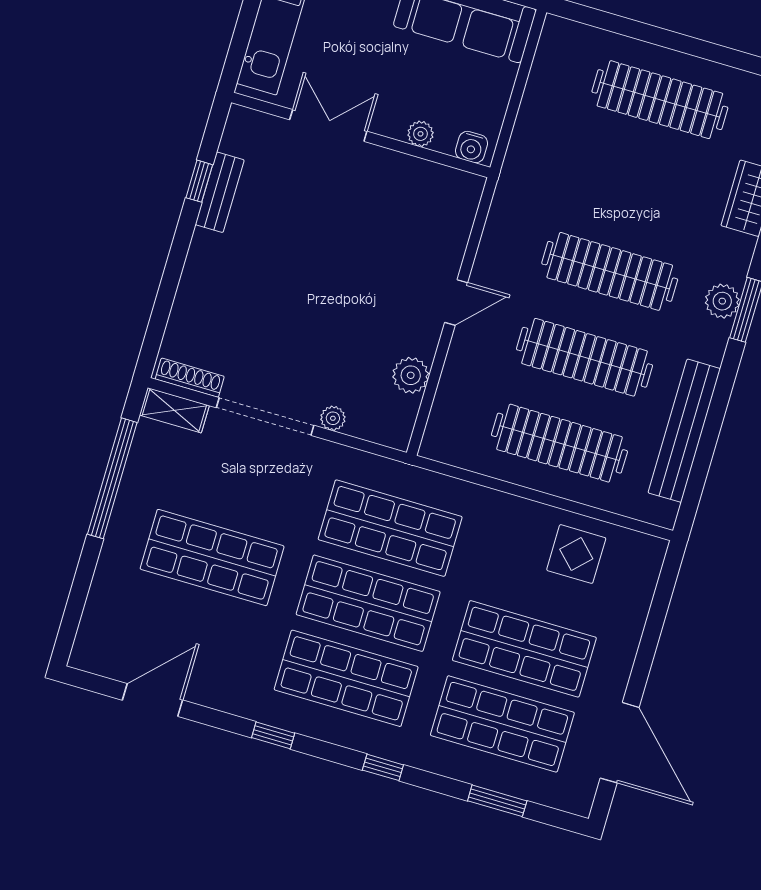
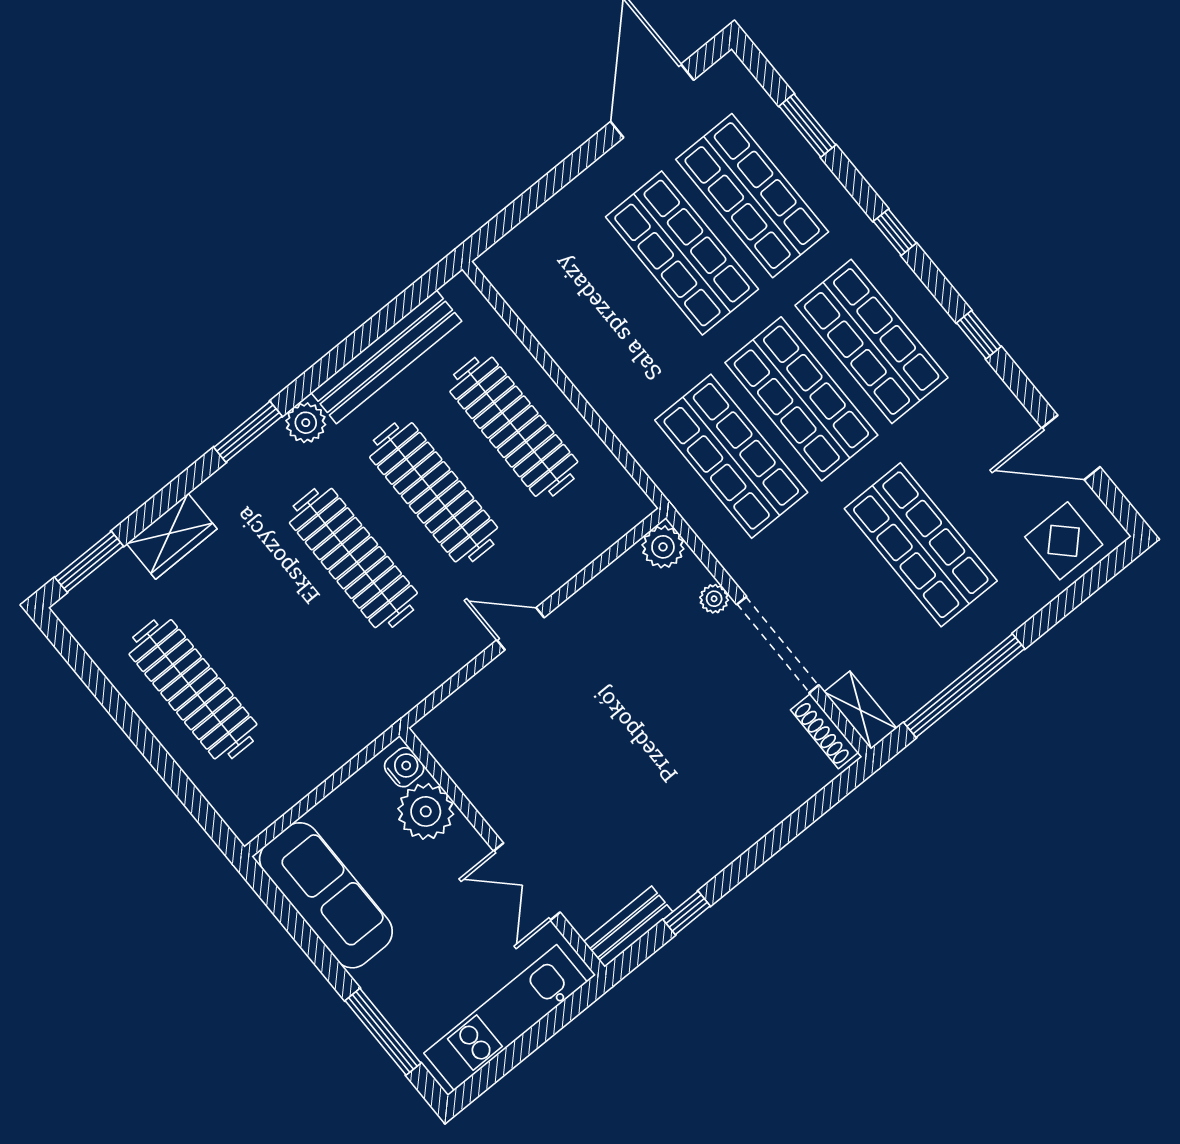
plant: (421, 134) -> (426, 811), width x1.88, depth x1.88
bench: (220, 192) -> (628, 927), moved
plant: (722, 301) -> (306, 423), moved
plant: (411, 375) -> (663, 547), moved
display table: (576, 554) -> (1064, 541), moved

